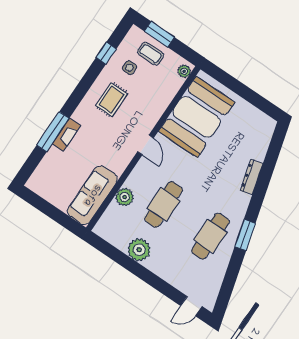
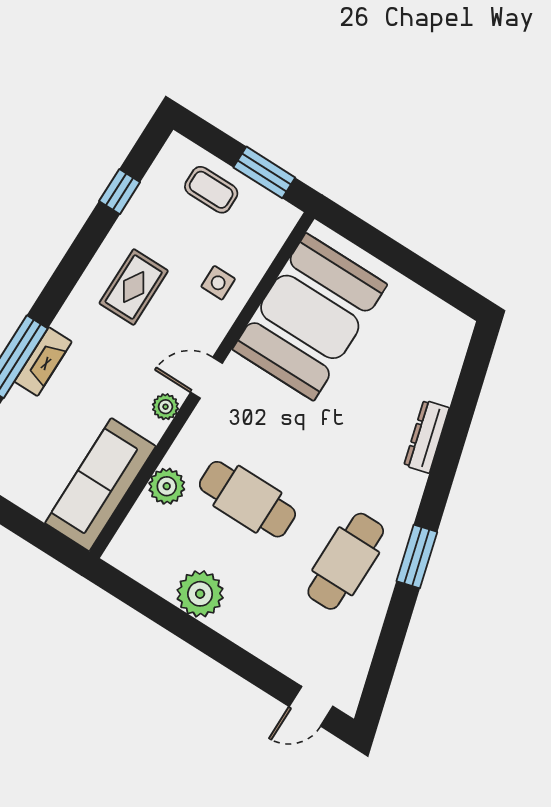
window: (159, 34) -> (264, 172), moved
side table: (130, 68) -> (218, 283), moved
plant: (184, 71) -> (165, 407), moved
door: (146, 145) -> (207, 378), swing flipped
cafe table: (164, 205) -> (247, 499), turned 90

